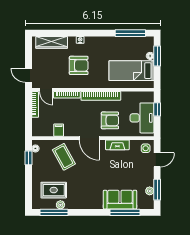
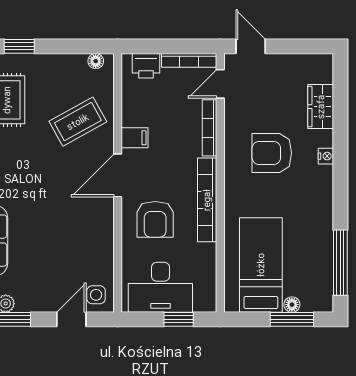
wardrobe: (52, 42) -> (321, 107), width x0.67
armchair: (79, 65) -> (272, 153), turned 90
door: (28, 75) -> (251, 46), hinge flipped
printer: (38, 125) -> (146, 66), added
filing cabinet: (59, 130) -> (134, 138), moved
fireplace: (117, 145) -> (103, 235), removed
window: (28, 158) -> (19, 46), moved
door: (157, 160) -> (71, 319), swing flipped

